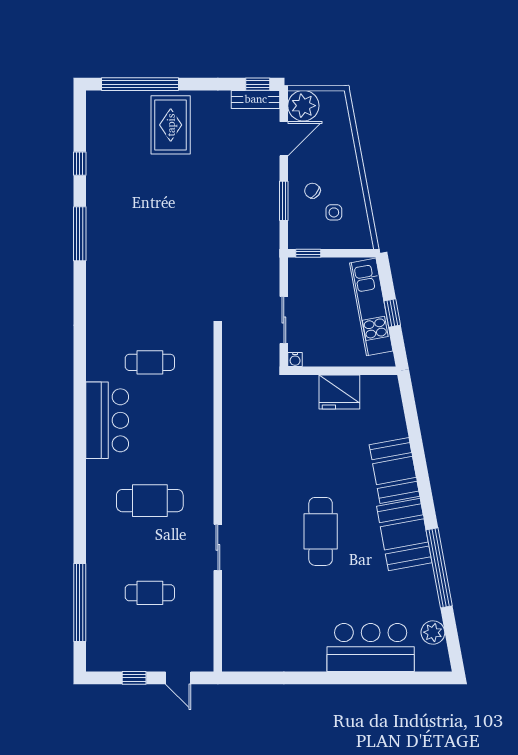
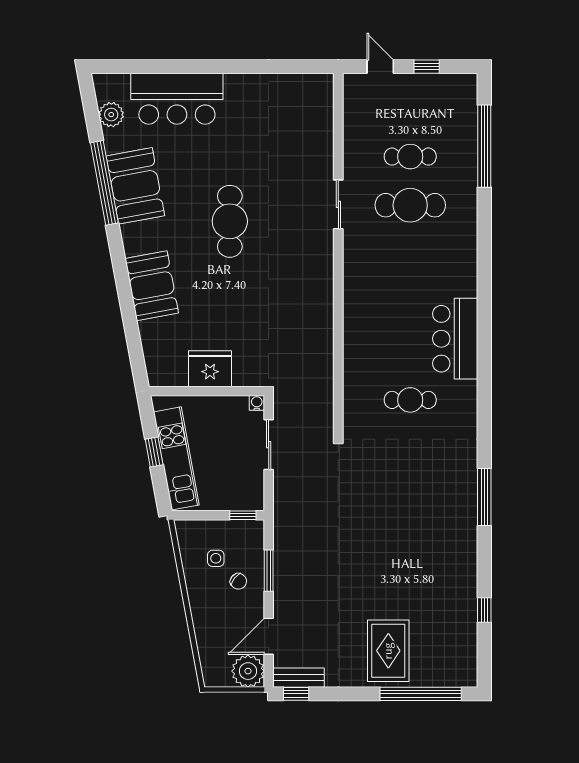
window: (80, 234) -> (484, 497), moved
cafe table: (150, 501) -> (410, 205), moved
booth: (404, 534) -> (135, 186), moved

